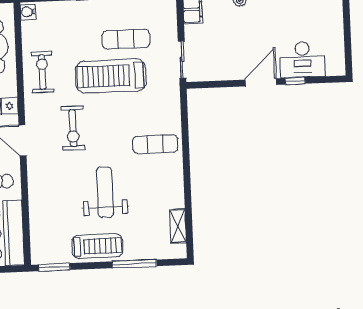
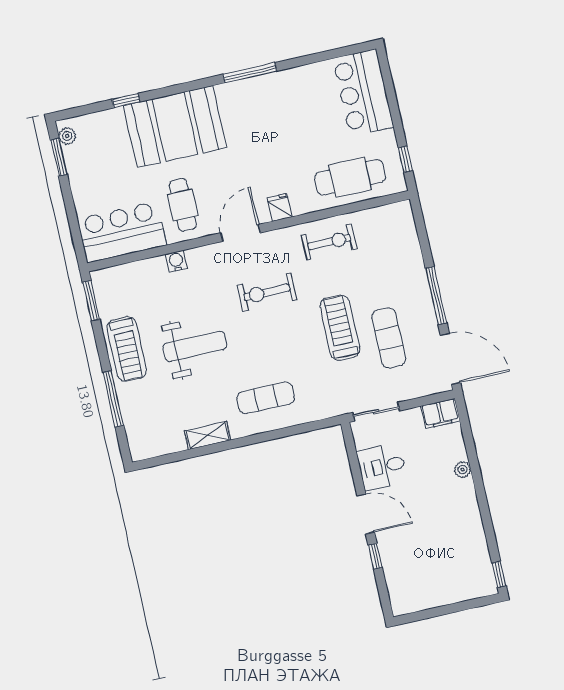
water cooler: (28, 12) -> (176, 261), moved
desk: (302, 60) -> (382, 467), moved, width x0.73
treadmill: (111, 76) -> (340, 328), width x0.73, depth x0.73
exercise mat: (155, 144) -> (266, 398), turned 90
shelving: (178, 226) -> (208, 435), moved

